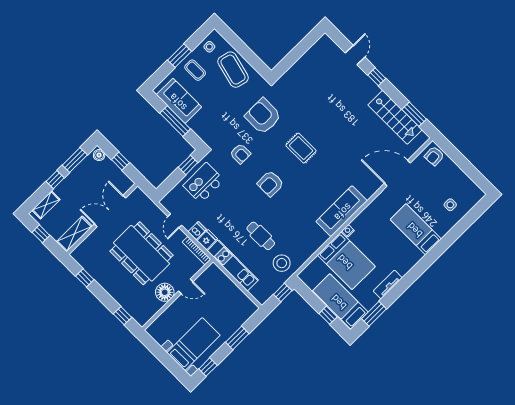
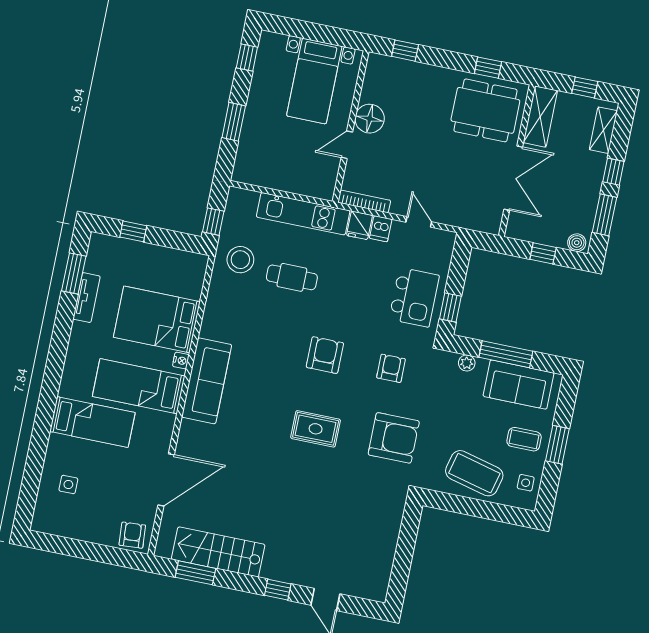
plant: (199, 130) -> (467, 363), added
armchair: (240, 154) -> (391, 368), turned 90
dining table: (141, 253) -> (485, 110), moved, width x0.73, depth x0.80
tv unit: (388, 285) -> (87, 298), moved
bed: (340, 301) -> (139, 386), moved, turned 180
bed with nightstands: (194, 344) -> (314, 81), moved

